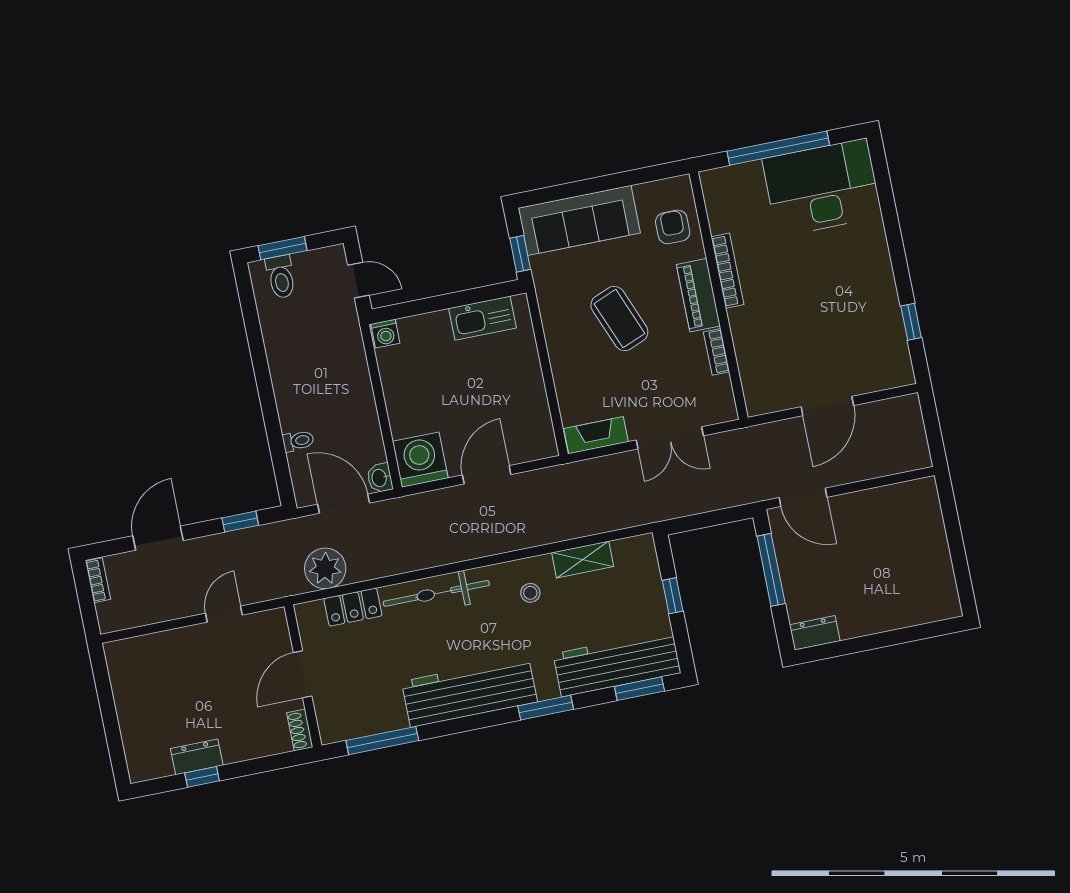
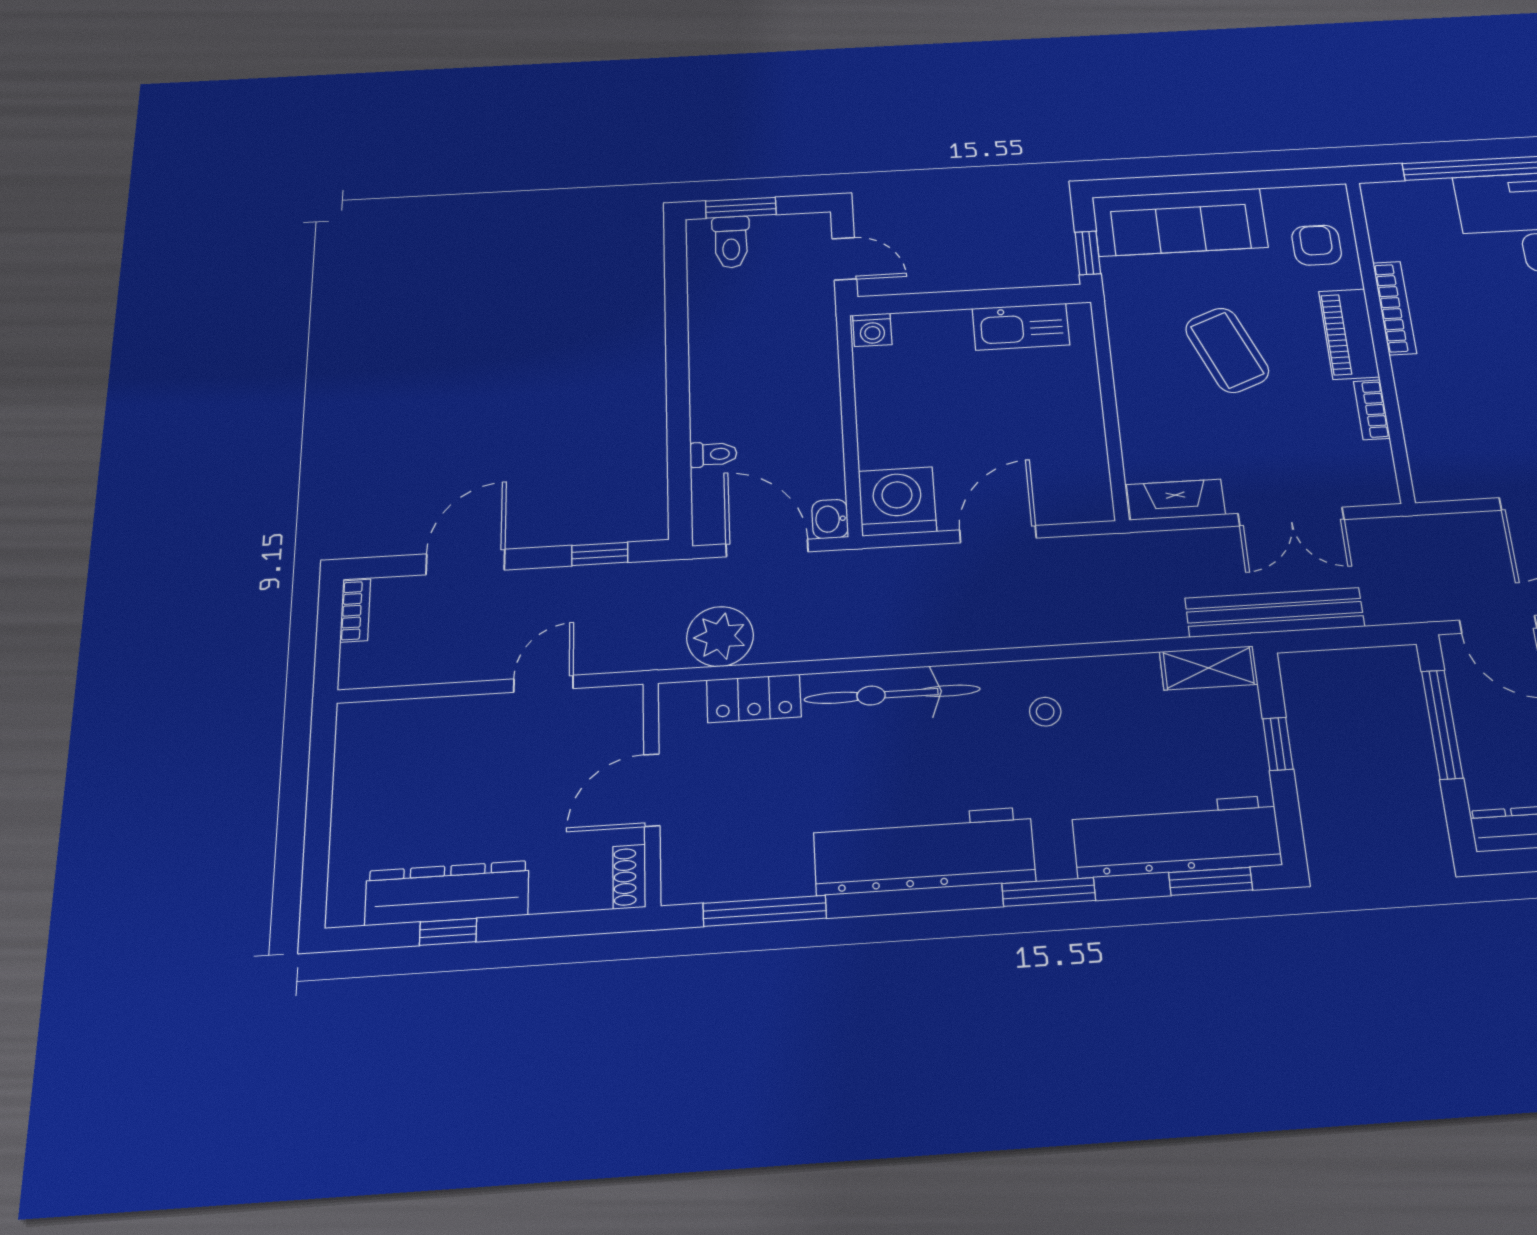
bench: (664, 507) -> (1275, 612), added
shelving: (583, 559) -> (1208, 668), moved
dresser: (197, 757) -> (447, 893), width x1.96, depth x1.24

